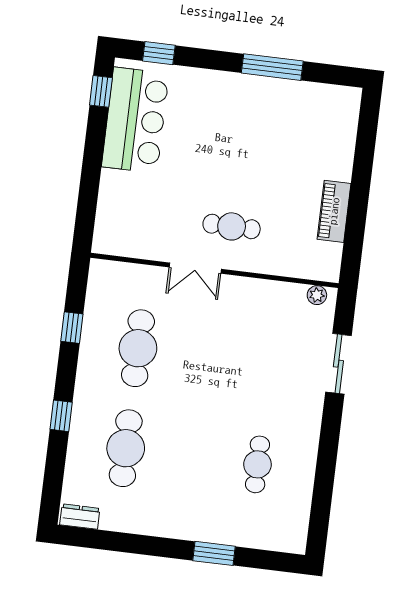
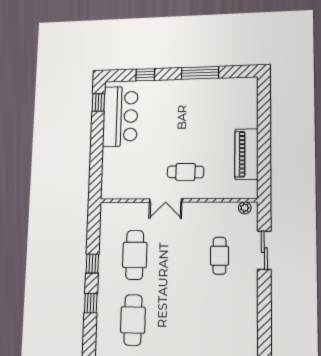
window: (159, 53) -> (145, 75), moved
piano: (334, 211) -> (246, 154), width x1.37, depth x1.33
window: (72, 328) -> (92, 264), moved
cafe table: (257, 464) -> (219, 256), moved

